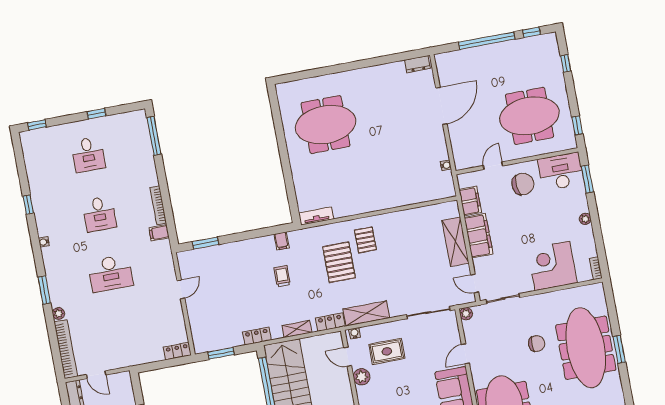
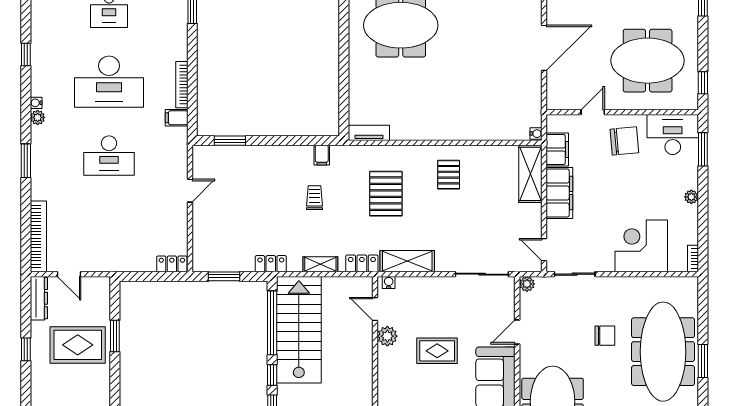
door: (441, 106) -> (544, 48), moved
water cooler: (446, 165) -> (536, 134), moved
desk: (99, 214) -> (109, 82), width x1.87, depth x1.30
pallet: (365, 240) -> (449, 175), moved
shelving: (455, 242) -> (530, 174), moved
plant: (58, 313) -> (38, 117), moved
rug: (387, 351) -> (437, 351), moved

